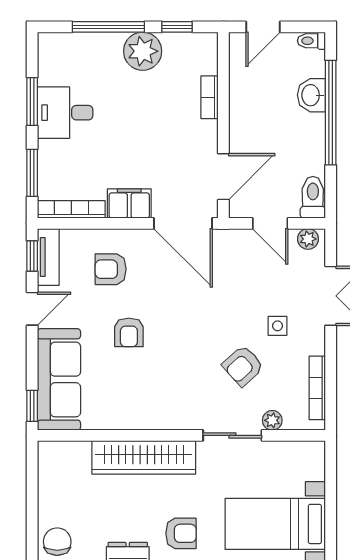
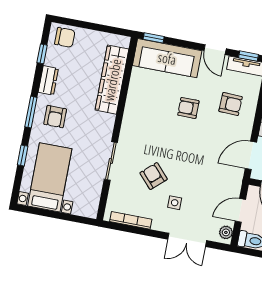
door: (183, 223) -> (251, 155), width x0.73
armchair: (111, 269) -> (231, 104), turned 92
plant: (272, 420) -> (116, 188), removed
wardrobe: (144, 457) -> (112, 80), moved

